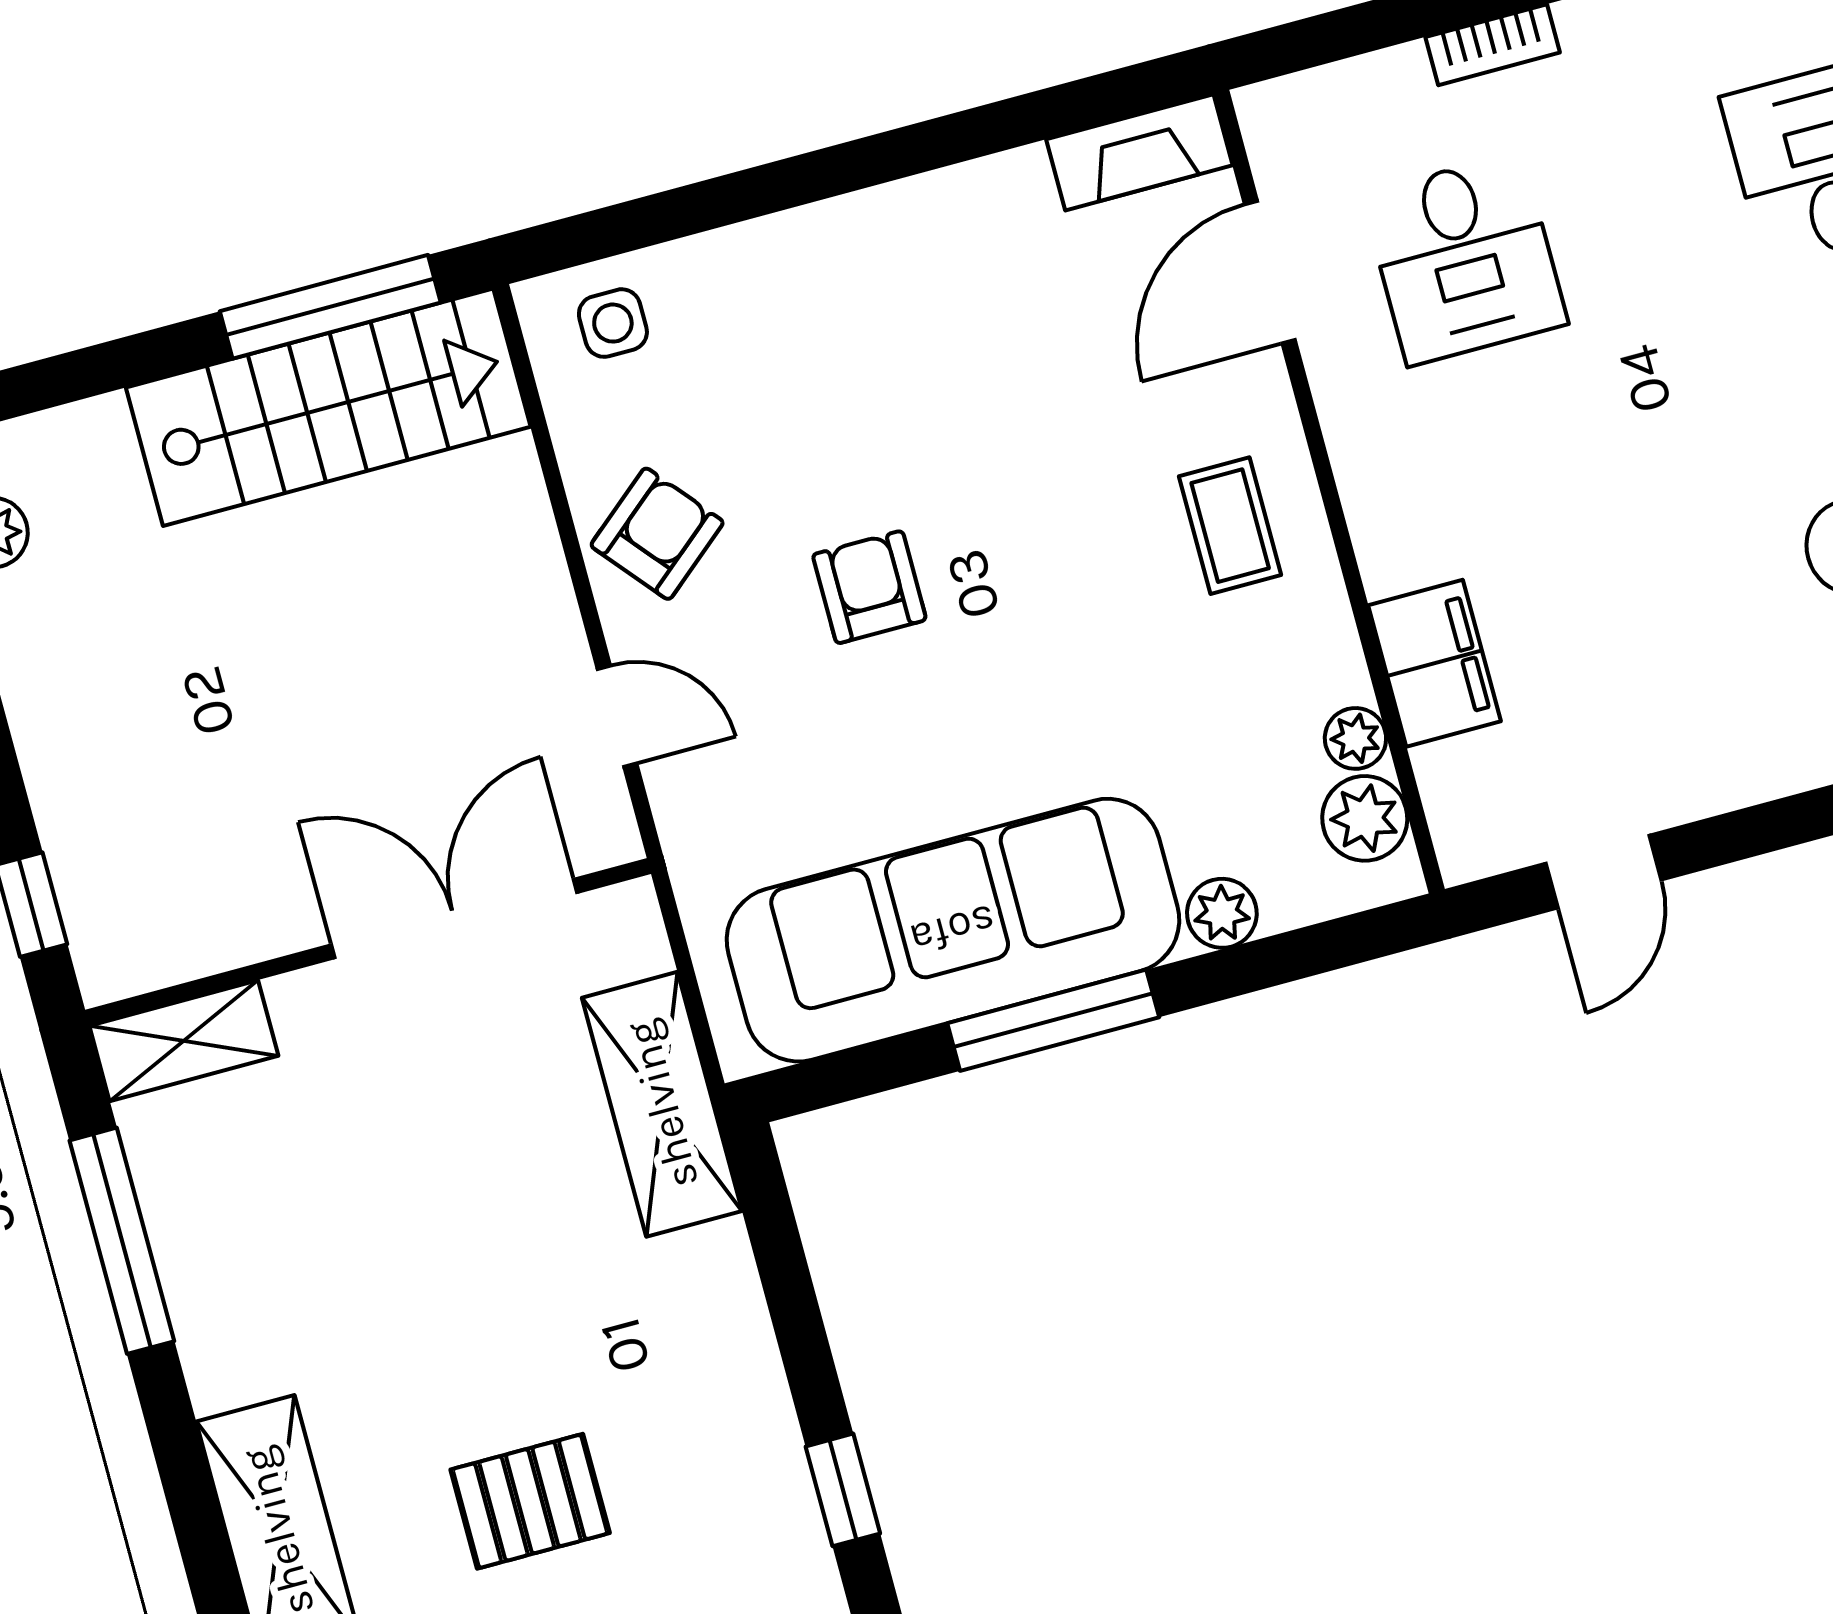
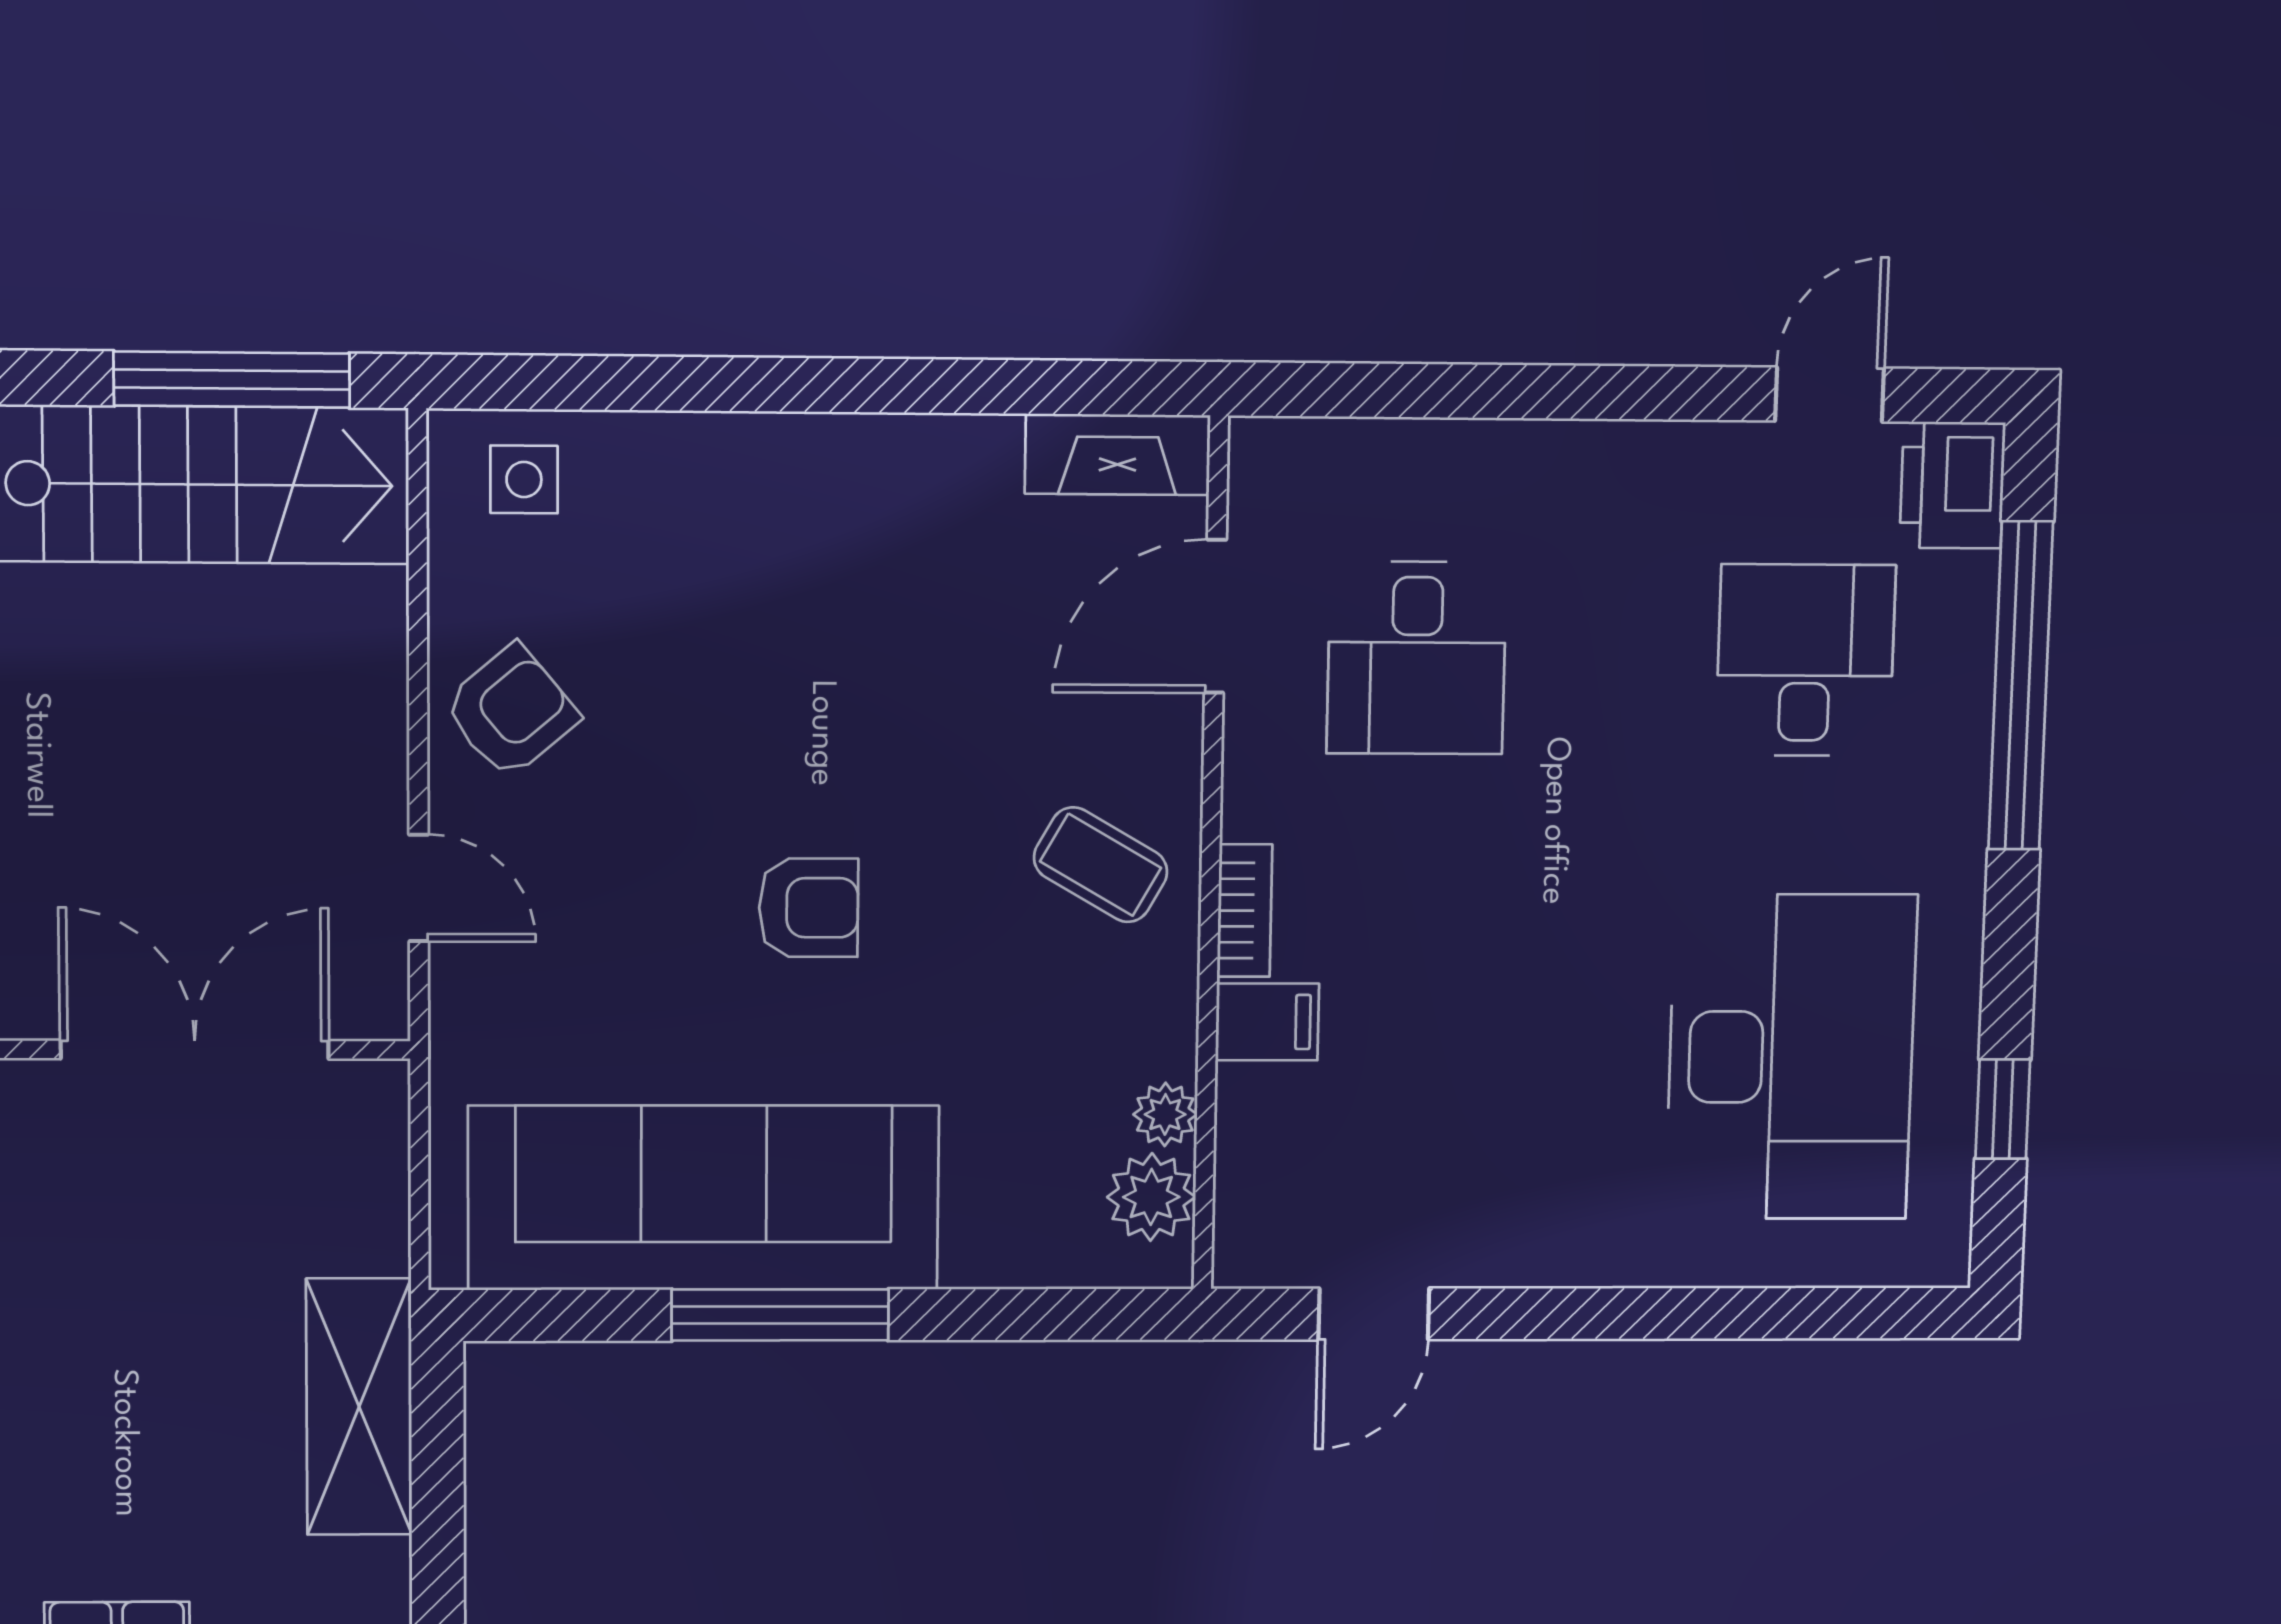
bookcase: (1493, 45) -> (1245, 911), moved, turned -90
coffee table: (1230, 526) -> (1101, 865), turned -60
armchair: (869, 587) -> (809, 908), moved, turned 90
filing cabinet: (1434, 663) -> (1267, 1022), width x0.50
plant: (1222, 913) -> (980, 1253), removed
shelving: (662, 1104) -> (359, 1407), moved

